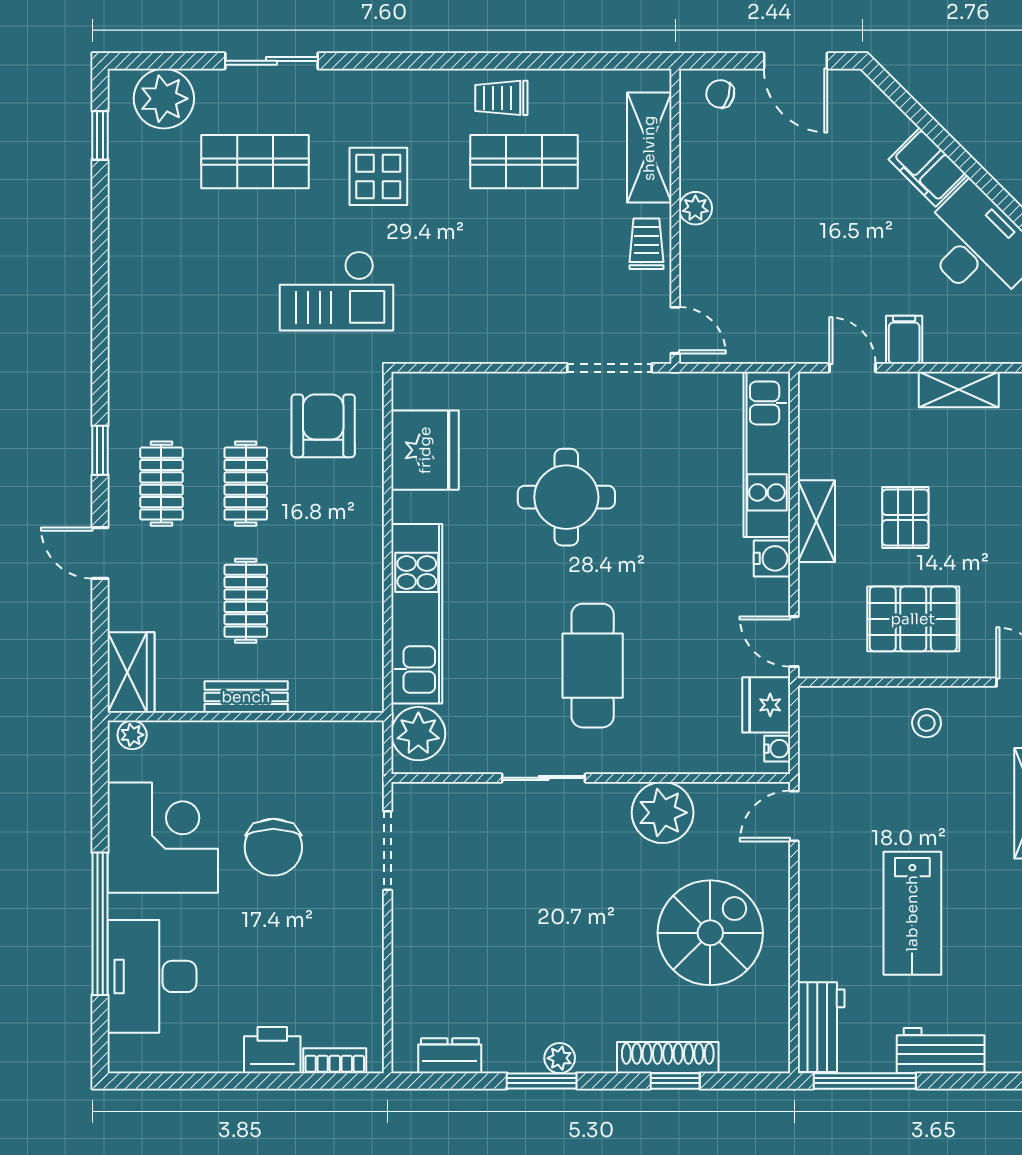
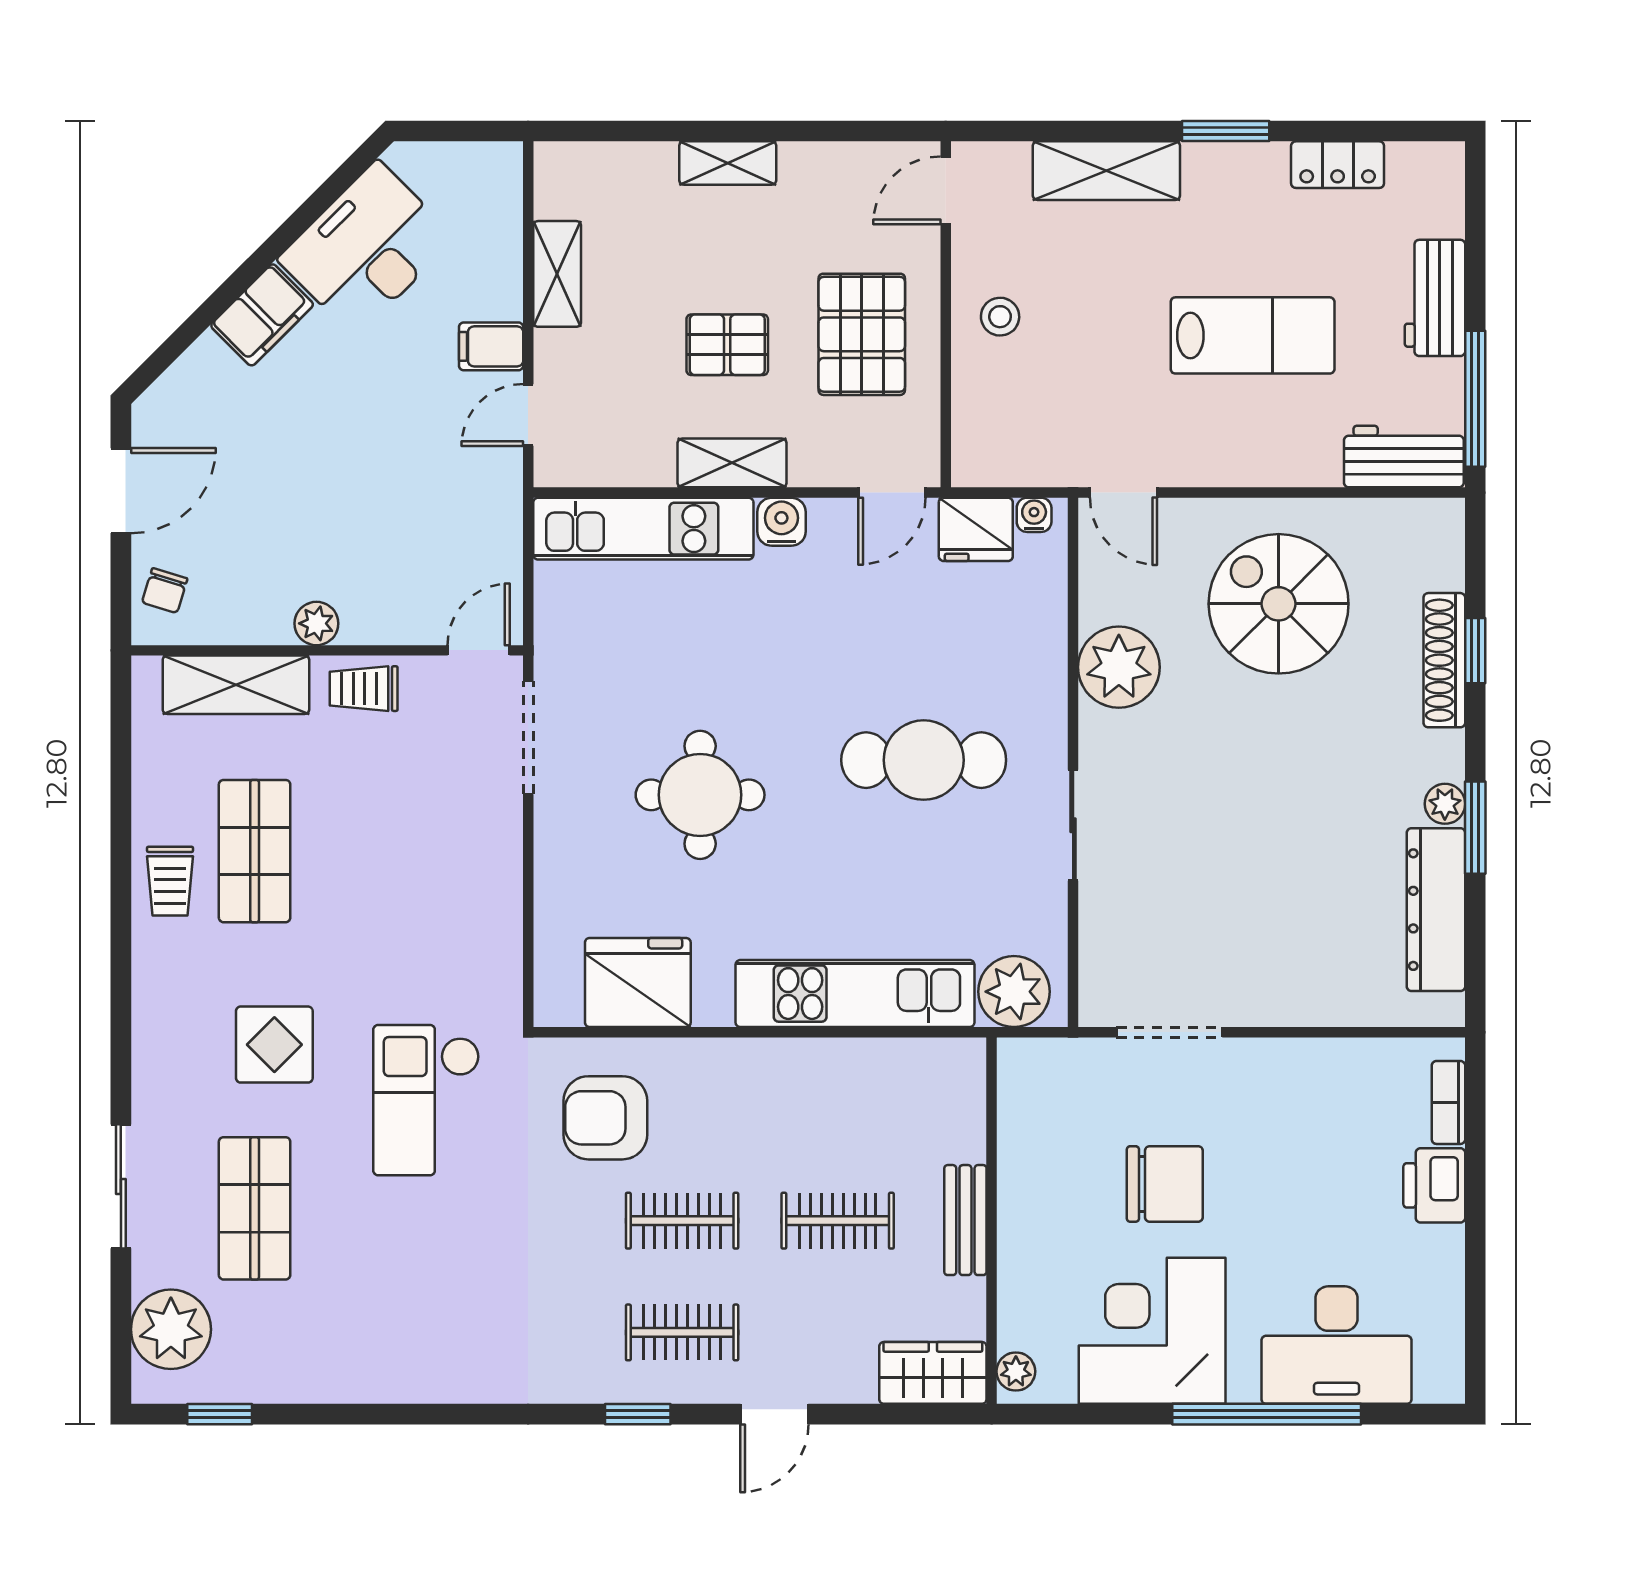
checkout: (336, 291) -> (426, 1100), turned 180
dresser: (450, 1056) -> (1436, 910), width x1.96, depth x1.24

